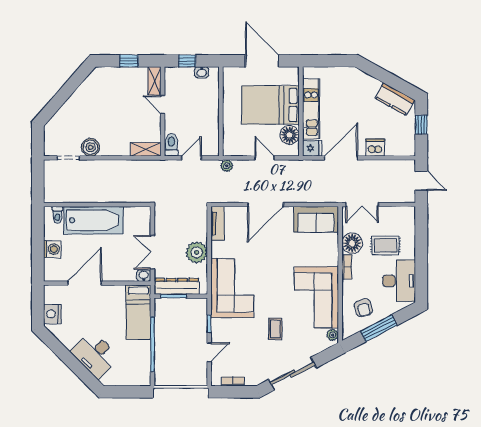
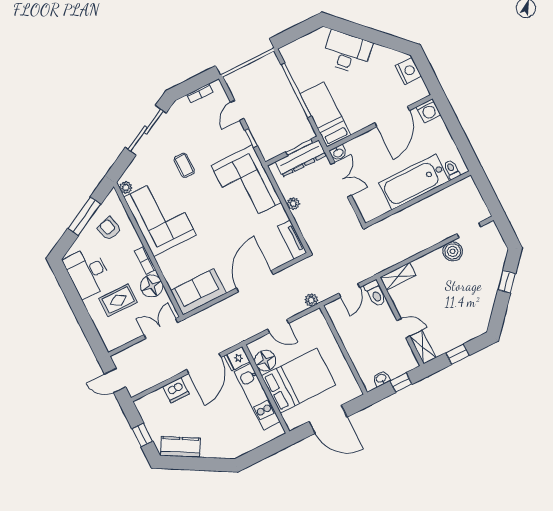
window: (59, 100) -> (507, 282), added
washing machine: (52, 249) -> (428, 111), moved, turned -90
plant: (197, 252) -> (293, 204), width x0.53, depth x0.53

